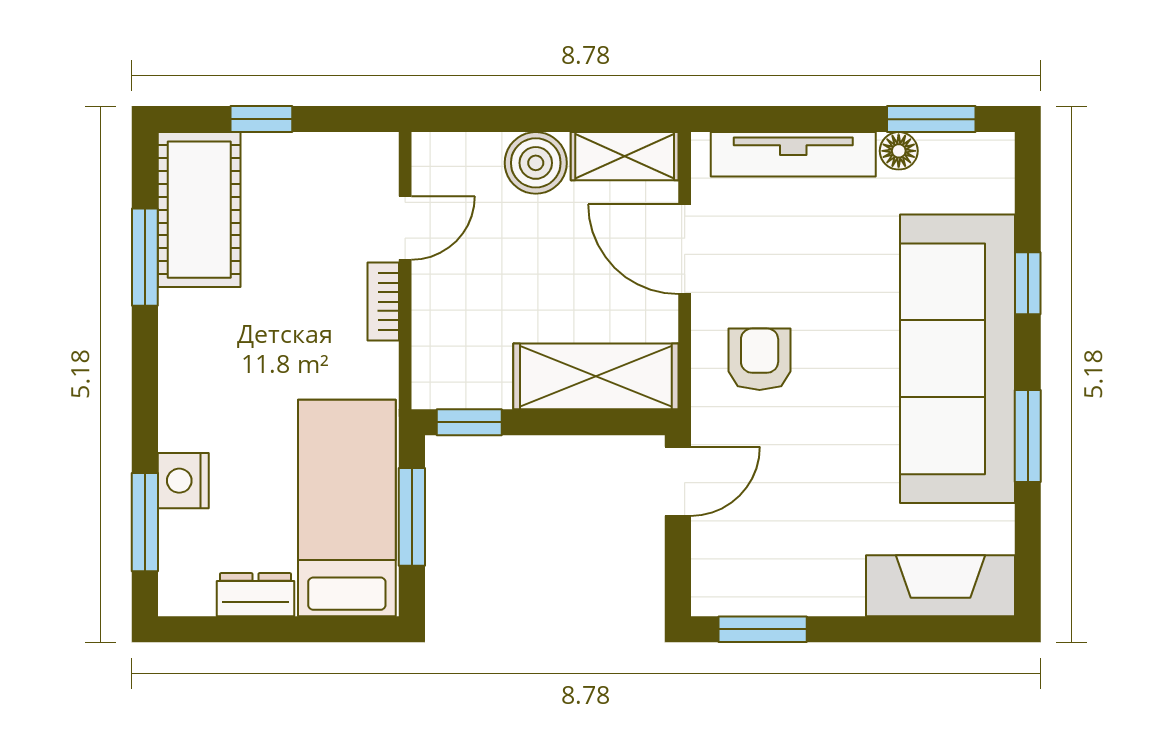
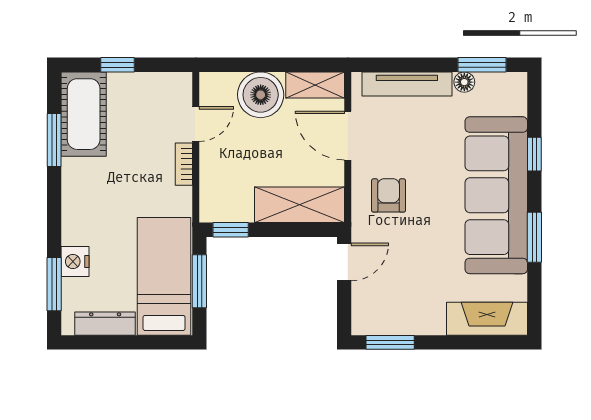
boiler: (536, 163) -> (261, 95), width x1.37, depth x1.37
dresser: (255, 595) -> (105, 324), width x1.44

